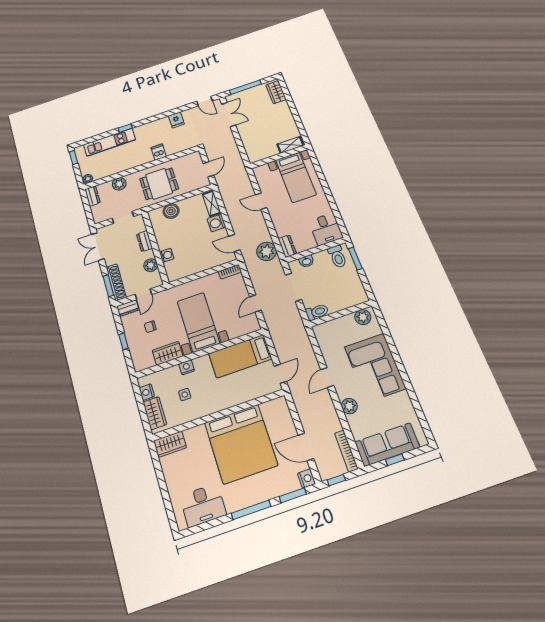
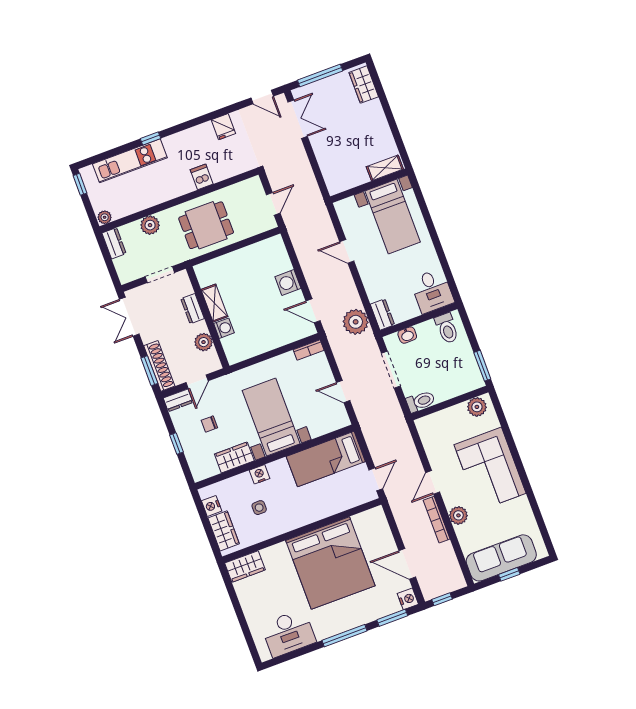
shelving: (212, 203) -> (214, 303), moved
boiler: (171, 211) -> (225, 265), removed
window: (355, 259) -> (482, 366), moved
door: (256, 303) -> (343, 392), hinge flipped
bookcase: (346, 451) -> (437, 520), moved

